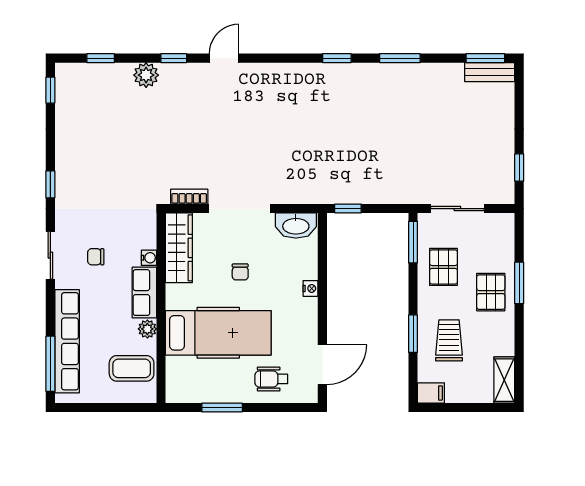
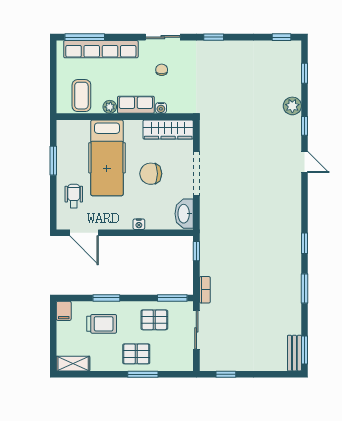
bookcase: (189, 197) -> (205, 290), moved
chair: (240, 272) -> (151, 174), width x1.87, depth x1.87

